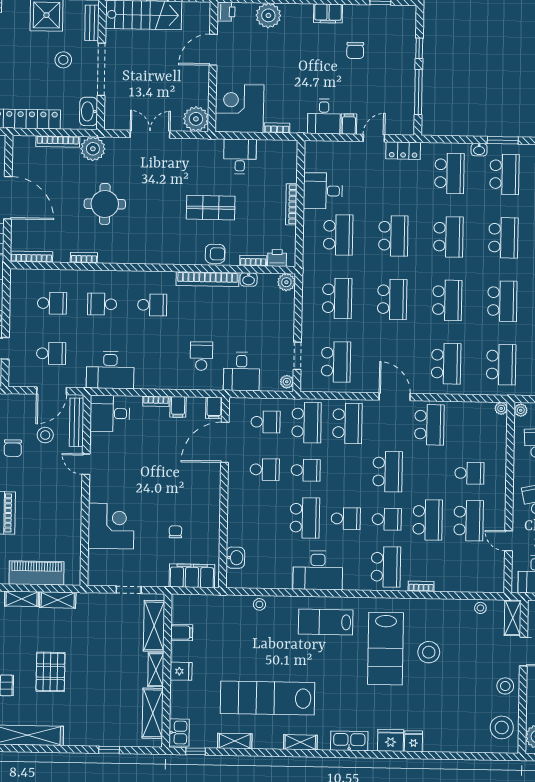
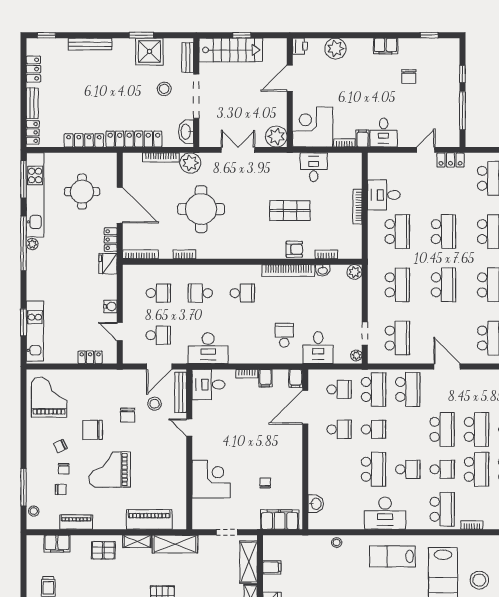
filing cabinet: (349, 124) -> (363, 138), moved
round table: (105, 204) -> (201, 209), width x1.36, depth x1.36
printer: (277, 258) -> (346, 252), removed
school desk: (429, 425) -> (476, 429), moved
shelving: (58, 600) -> (175, 544), width x1.50, depth x1.33

